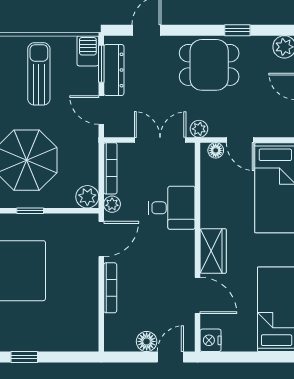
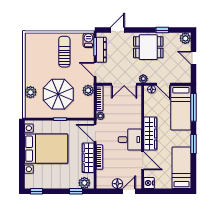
double door: (160, 140) -> (124, 84), swing flipped
plant: (87, 197) -> (88, 90), moved
desk: (172, 208) -> (130, 140), moved
door: (101, 239) -> (95, 133), swing flipped
wardrobe: (213, 251) -> (150, 133), width x1.50
wardrobe: (87, 289) -> (88, 158), added
plant: (80, 340) -> (84, 183), added
window: (24, 357) -> (76, 191), moved

